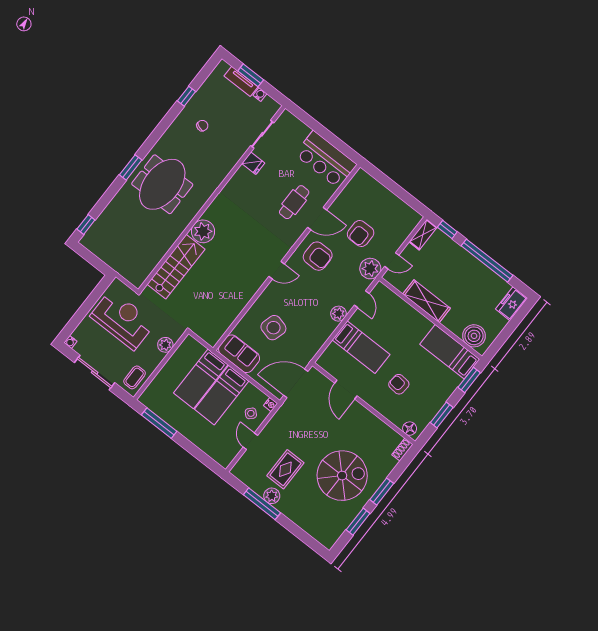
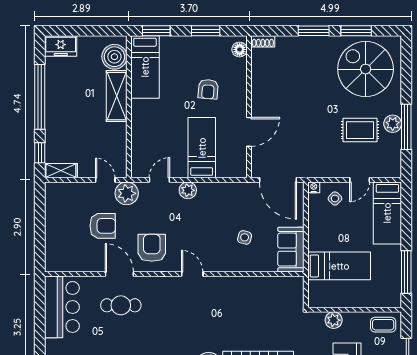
shelving: (427, 301) -> (117, 96), moved
side table: (273, 328) -> (245, 237), width x0.54, depth x0.54
bed: (222, 395) -> (387, 213), moved, turned 90
spiral stairs: (342, 476) -> (366, 69), moved

